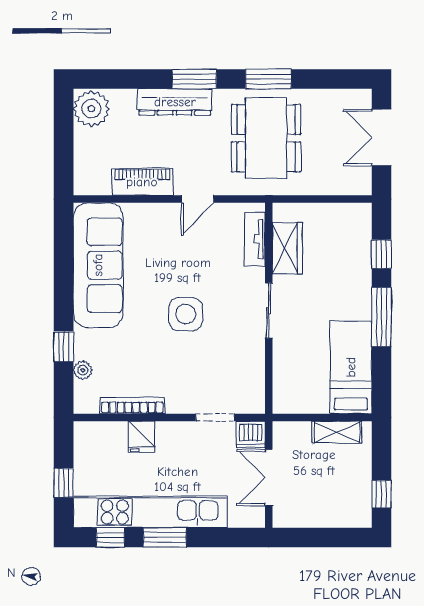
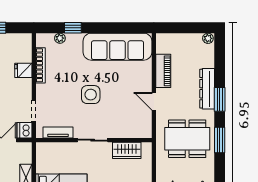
plant: (91, 109) -> (208, 38), width x0.53, depth x0.53
tv unit: (255, 239) -> (58, 132), moved

